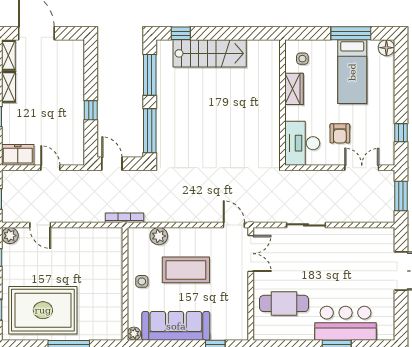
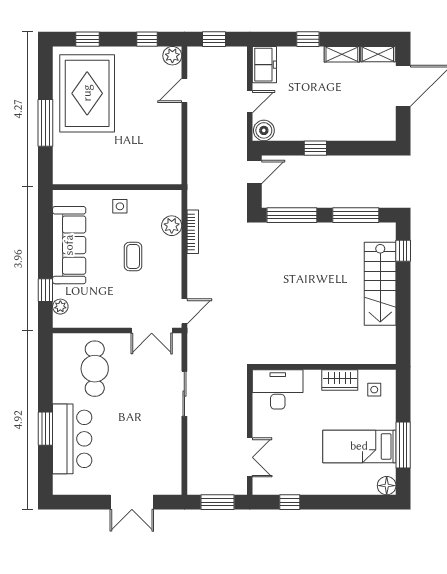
armchair: (340, 133) -> (289, 432), removed
boiler: (75, 155) -> (264, 130), added
bookcase: (125, 218) -> (193, 232), moved
coffee table: (186, 270) -> (133, 257), width x0.54, depth x0.58
plant: (134, 334) -> (60, 307), moved

